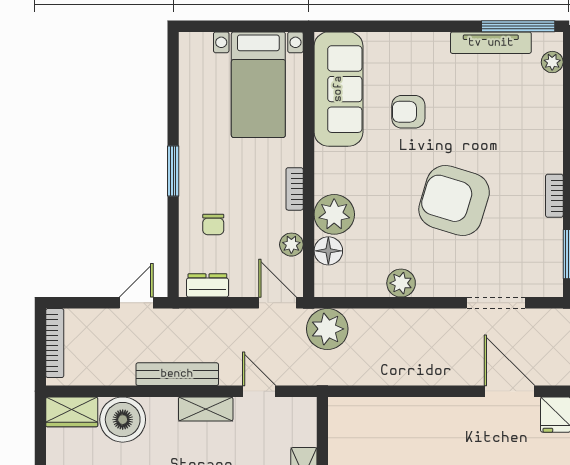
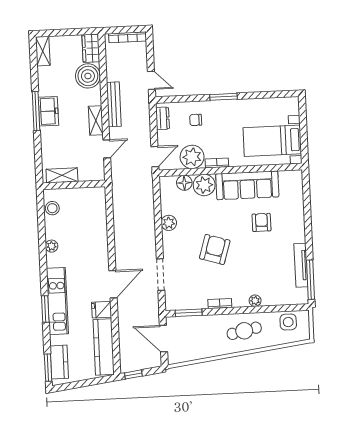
plant: (552, 62) -> (255, 301), moved
sofa: (338, 89) -> (247, 185), moved
armchair: (454, 201) -> (215, 249), width x0.73, depth x0.73
plant: (291, 245) -> (192, 157), width x1.87, depth x1.87
plant: (327, 329) -> (142, 184), removed

